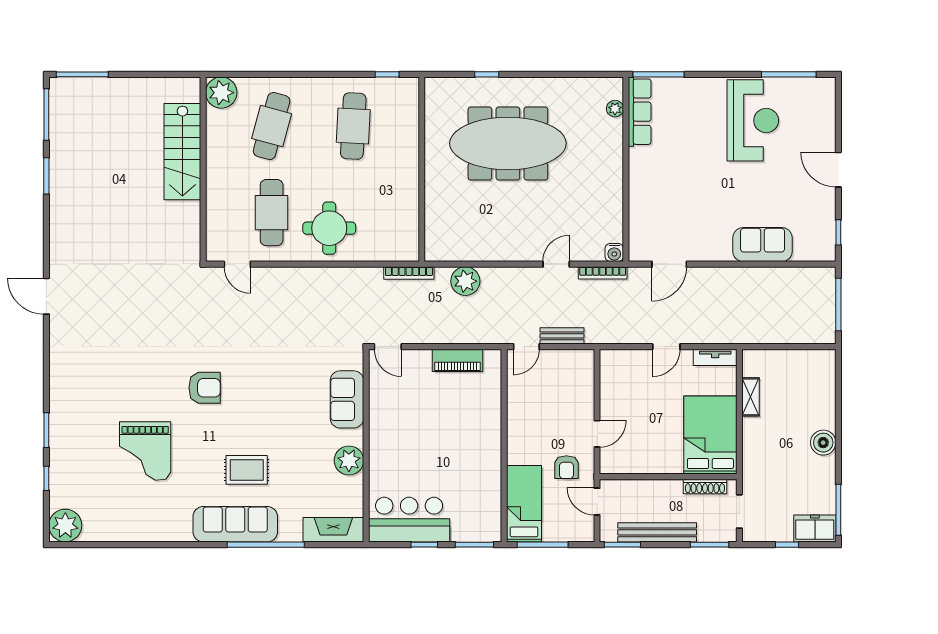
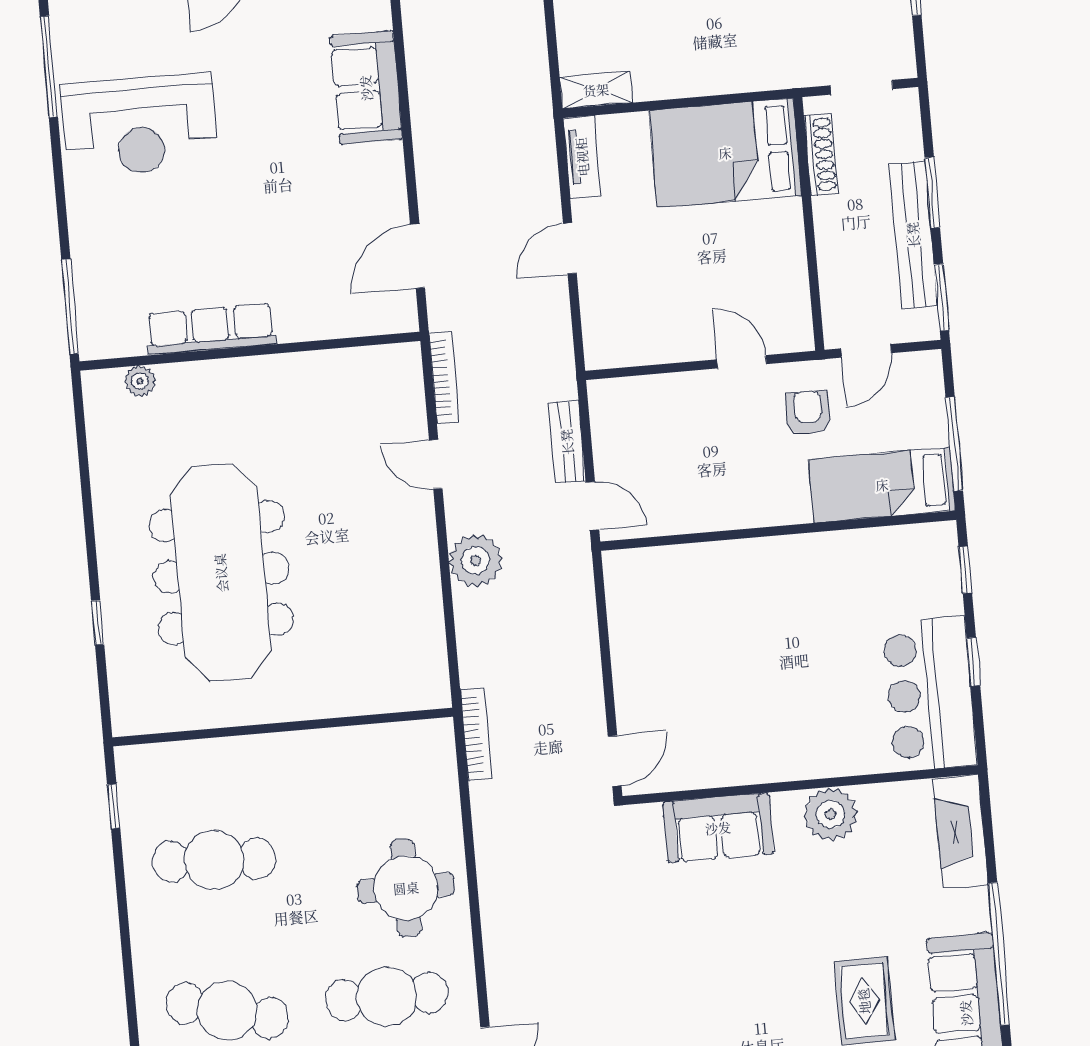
row of seats: (640, 112) -> (211, 329), moved
reception desk: (753, 120) -> (139, 125), turned 180
water cooler: (614, 253) -> (405, 359), removed
door: (669, 264) -> (418, 256), swing flipped
plant: (465, 281) -> (476, 561), moved
door: (666, 347) -> (570, 248), swing flipped
piano: (458, 360) -> (629, 630), removed
shelving: (750, 397) -> (596, 90), moved
armchair: (566, 467) -> (808, 413), turned -89
window: (474, 545) -> (965, 570), width x0.67
window: (709, 545) -> (932, 193), moved

